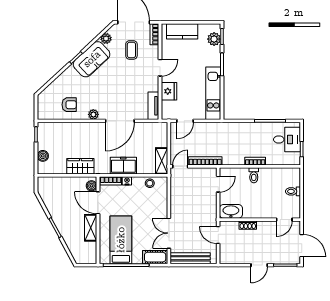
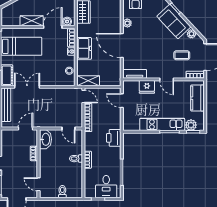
kitchen unit: (213, 93) -> (162, 124), moved
printer: (229, 131) -> (114, 138), added

